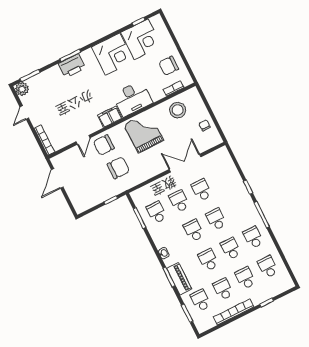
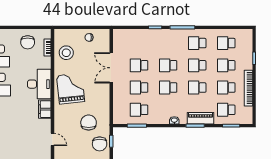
grand piano: (144, 132) -> (71, 89), turned 85
chair: (104, 145) -> (100, 144), moved

